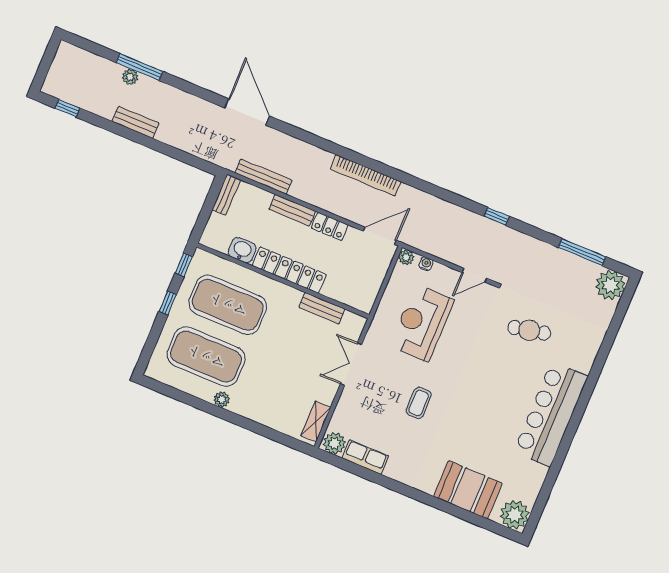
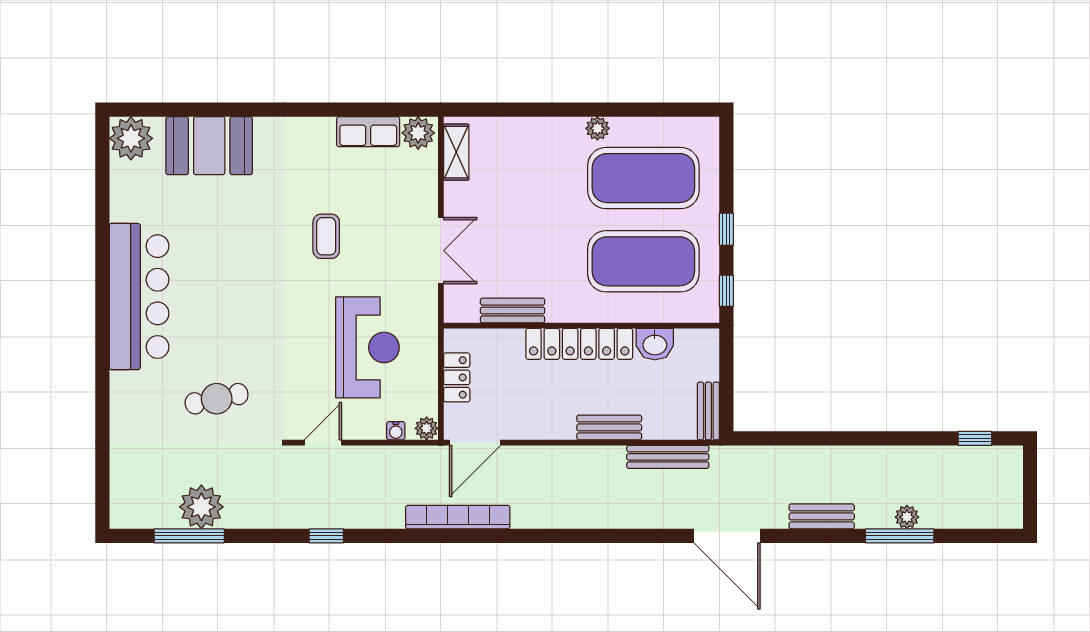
bench: (136, 122) -> (822, 516), moved
bookcase: (366, 175) -> (458, 517), moved
locker: (330, 226) -> (457, 377), moved, turned 90
plant: (610, 285) -> (201, 507), moved

